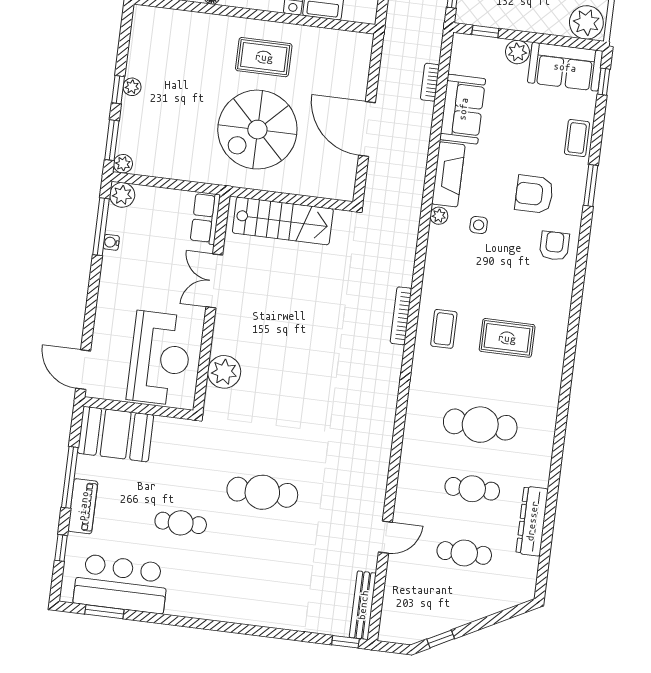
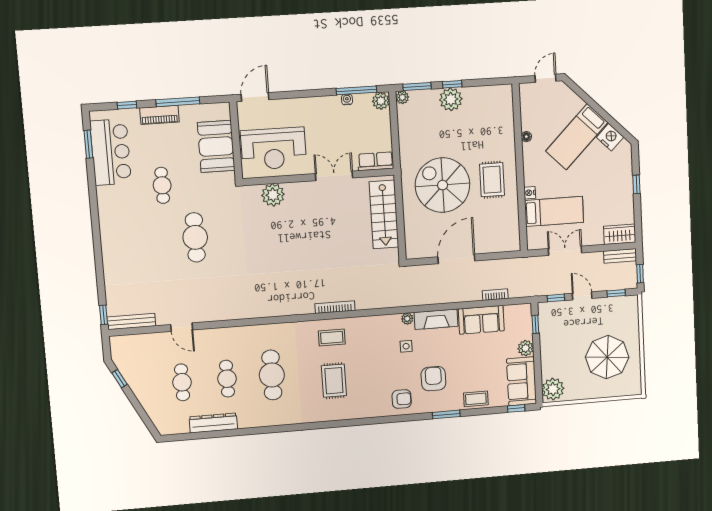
plant: (132, 87) -> (451, 99), width x1.88, depth x1.88
booth: (116, 434) -> (216, 147), moved

